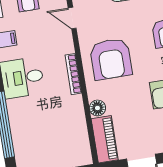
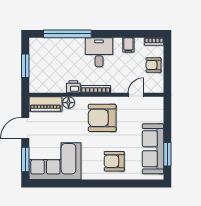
printer: (75, 105) -> (73, 87), added

